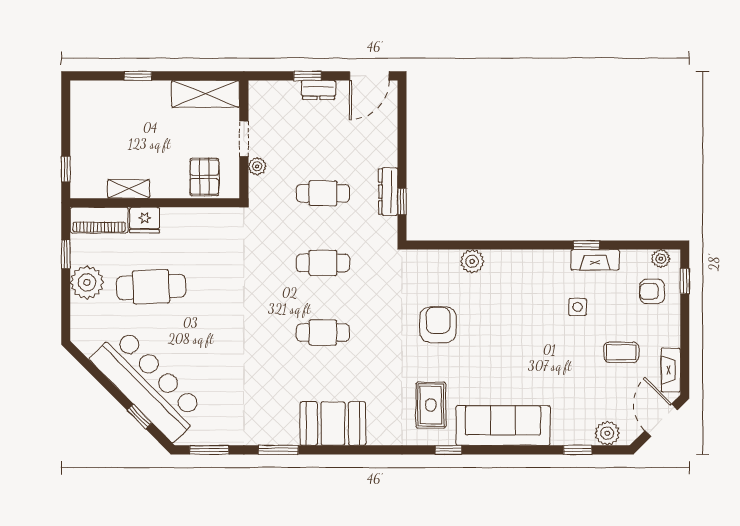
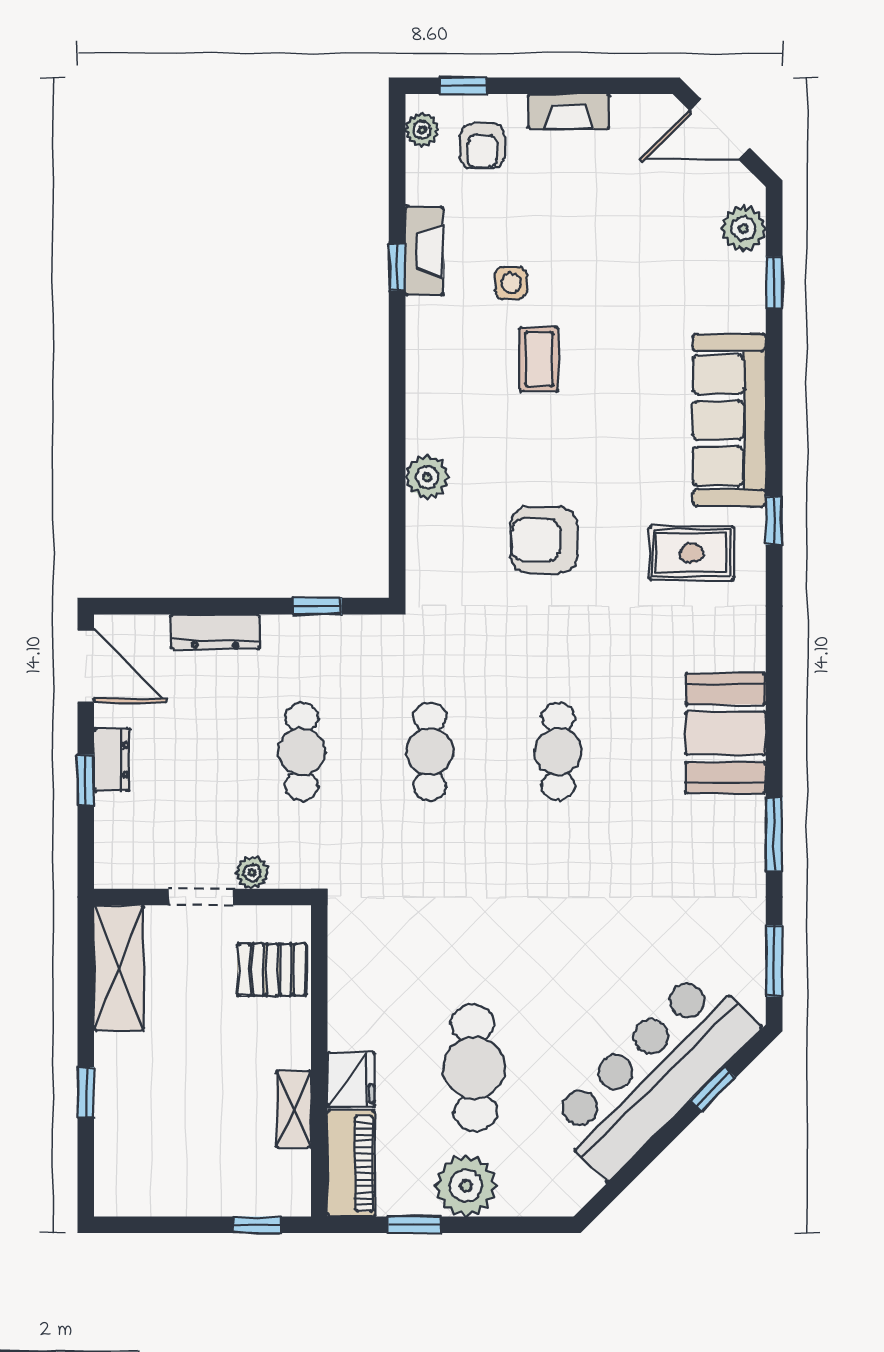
dresser: (388, 191) -> (215, 632), moved
coffee table: (621, 352) -> (539, 359), moved
fireplace: (671, 370) -> (569, 111), moved

